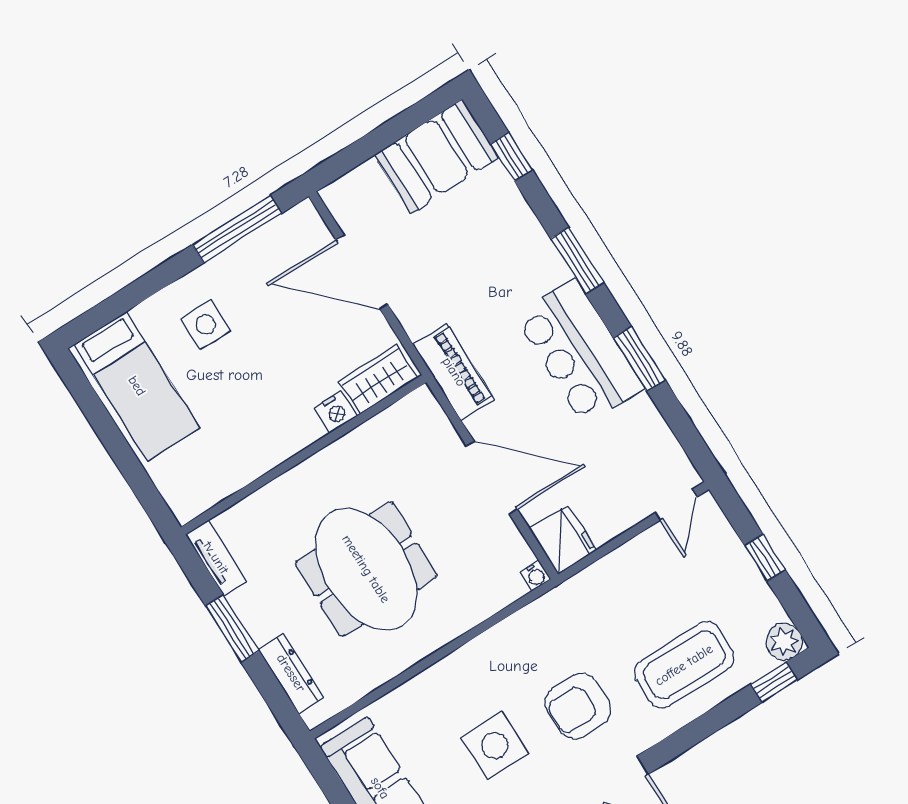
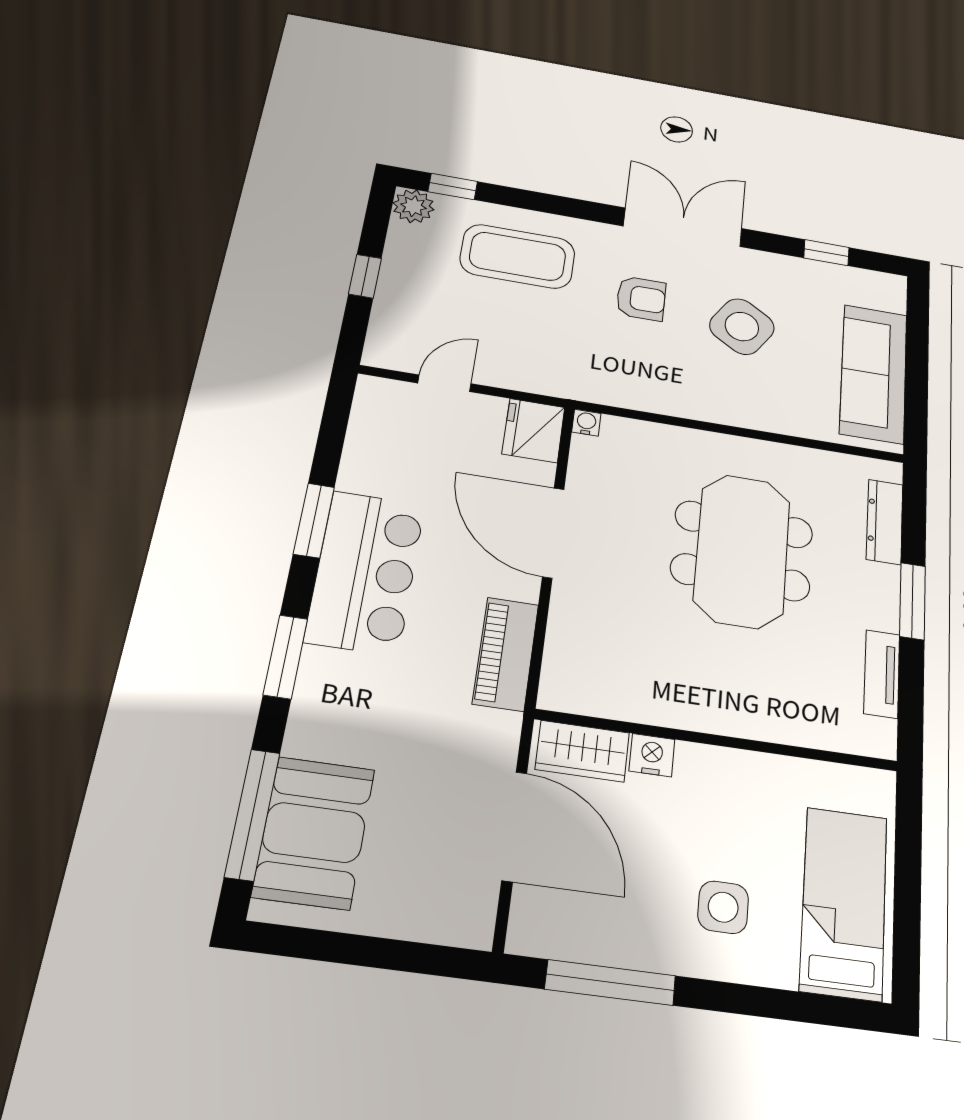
booth: (437, 157) -> (314, 832), moved, turned 90
window: (511, 157) -> (252, 814), width x2.17
wardrobe: (378, 380) -> (582, 751), moved
nightstand: (336, 412) -> (652, 755), moved
wall: (304, 455) -> (718, 740), moved
door: (676, 505) -> (444, 383), moved
armchair: (578, 706) -> (641, 299), width x0.72, depth x0.72
side table: (495, 746) -> (742, 327), turned 33

